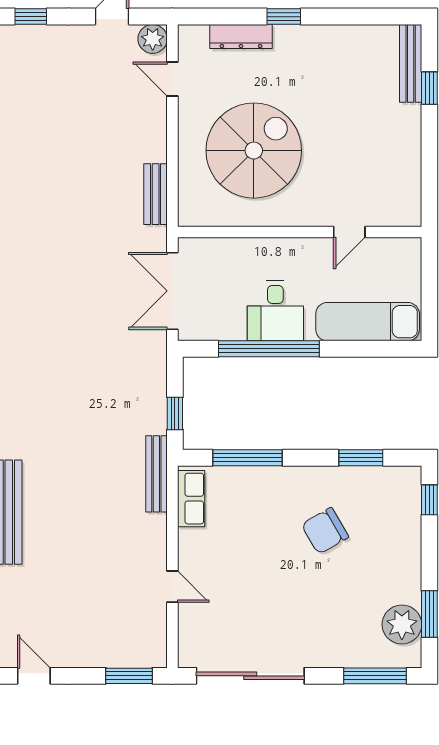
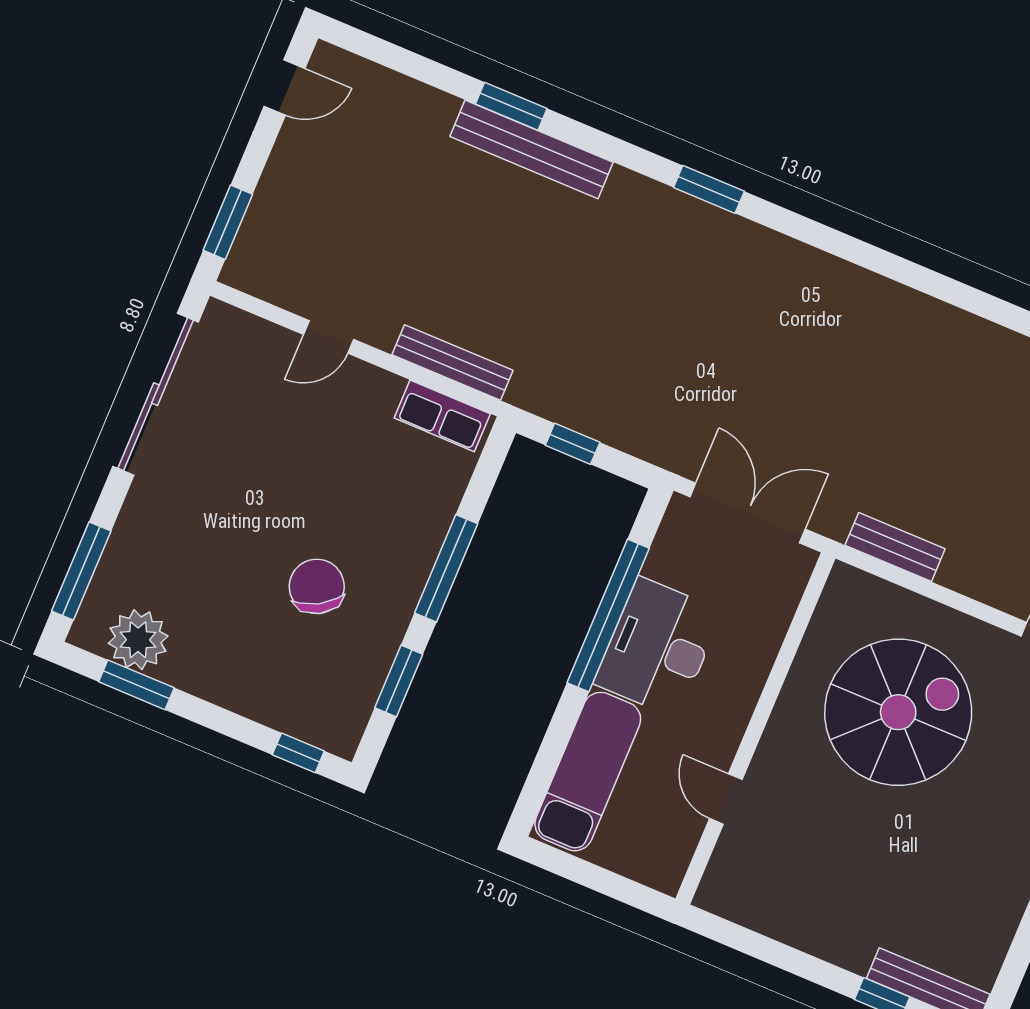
spiral stairs: (254, 151) -> (898, 712), turned -90
desk: (275, 311) -> (658, 647), width x1.37
window: (247, 458) -> (446, 568), moved
bench: (156, 474) -> (453, 363), moved

